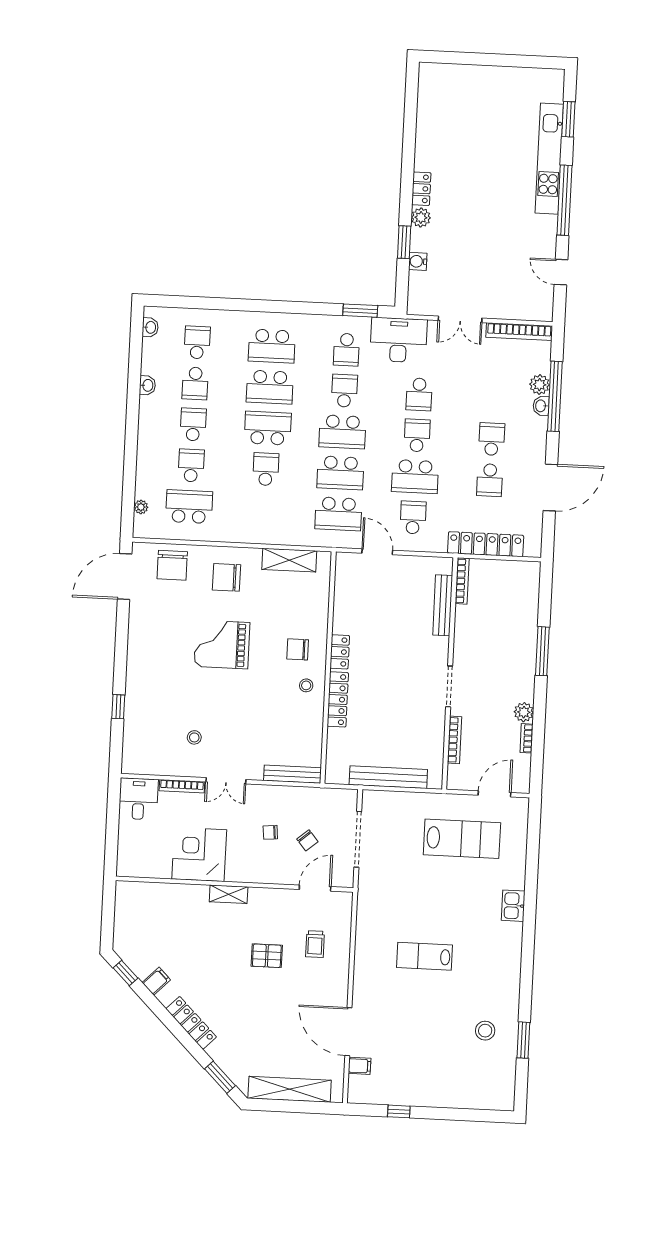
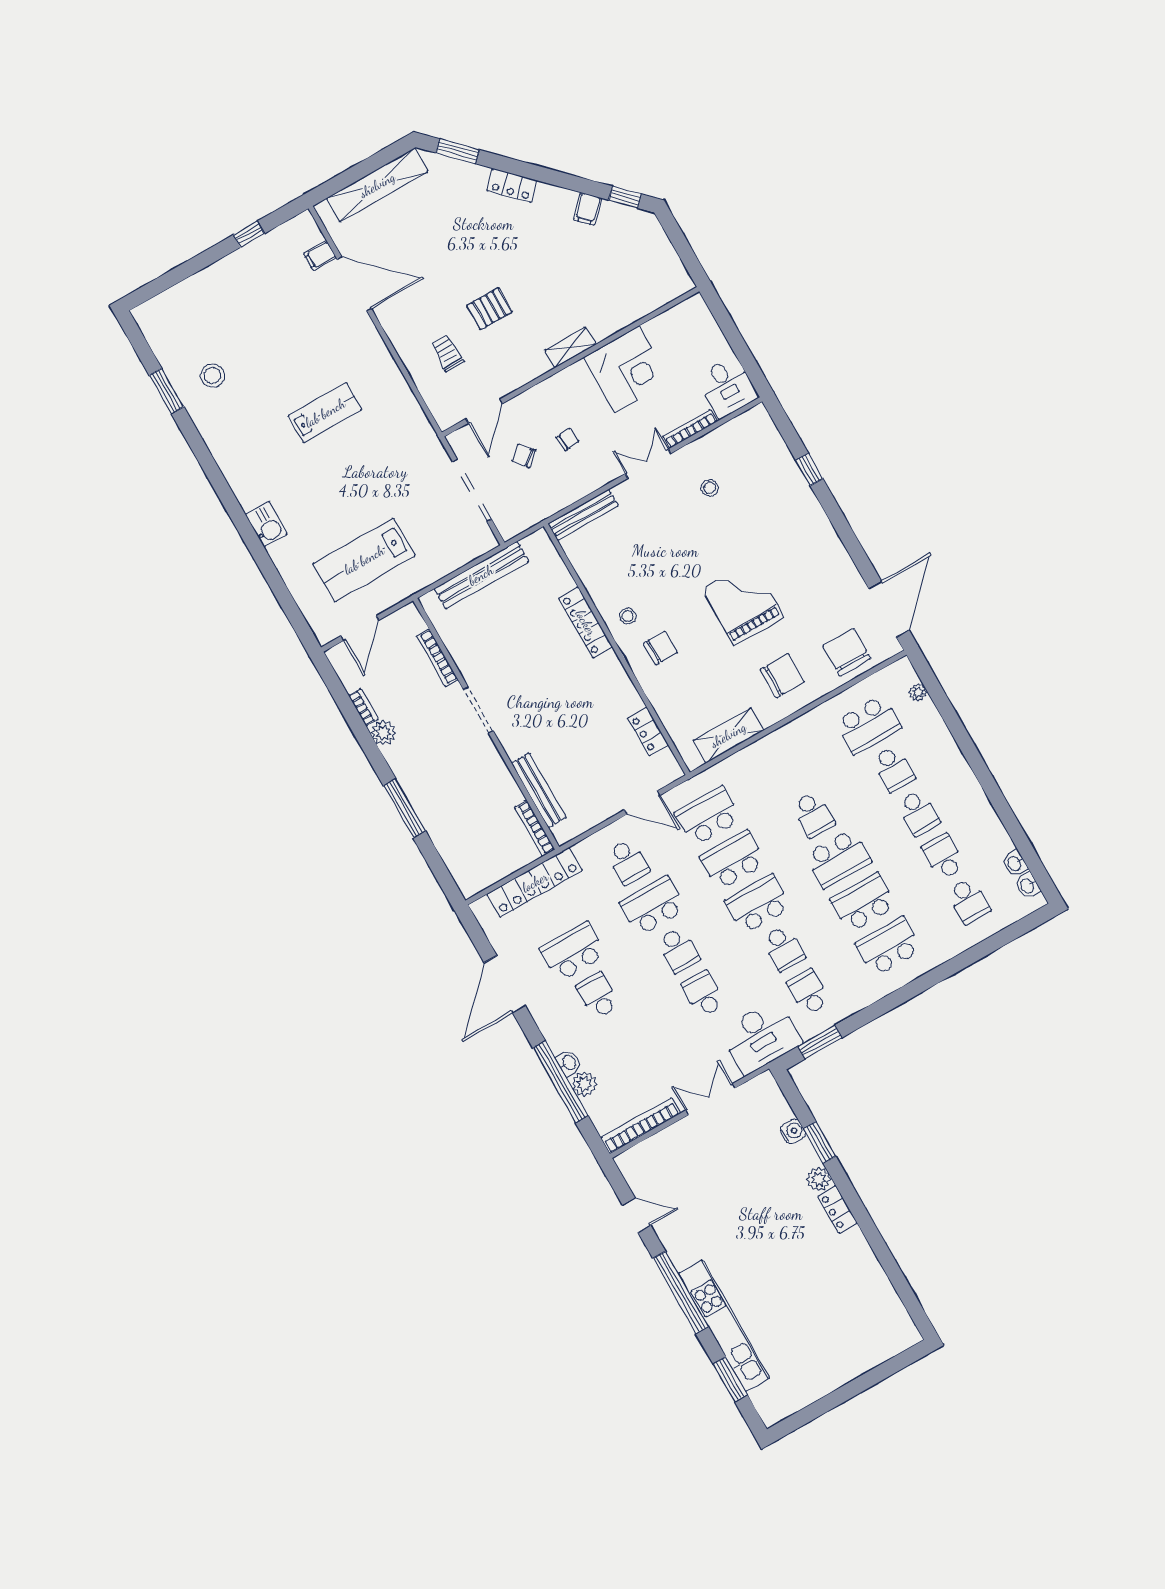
washbasin: (147, 385) -> (1015, 863), moved
school desk: (492, 439) -> (598, 996), turned 180
school desk: (490, 480) -> (573, 952), width x1.85
grand piano: (222, 644) -> (743, 603), turned -90
locker: (340, 652) -> (648, 731), moved
locker: (191, 1023) -> (512, 186), width x0.66

